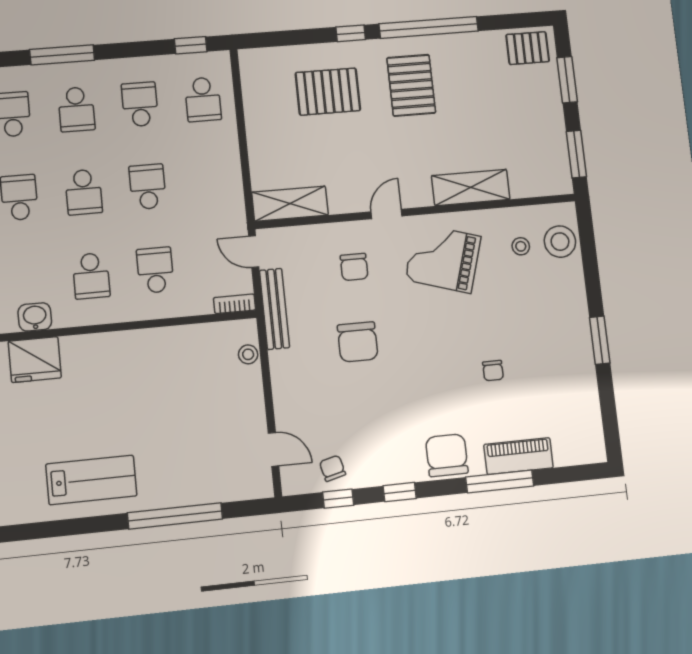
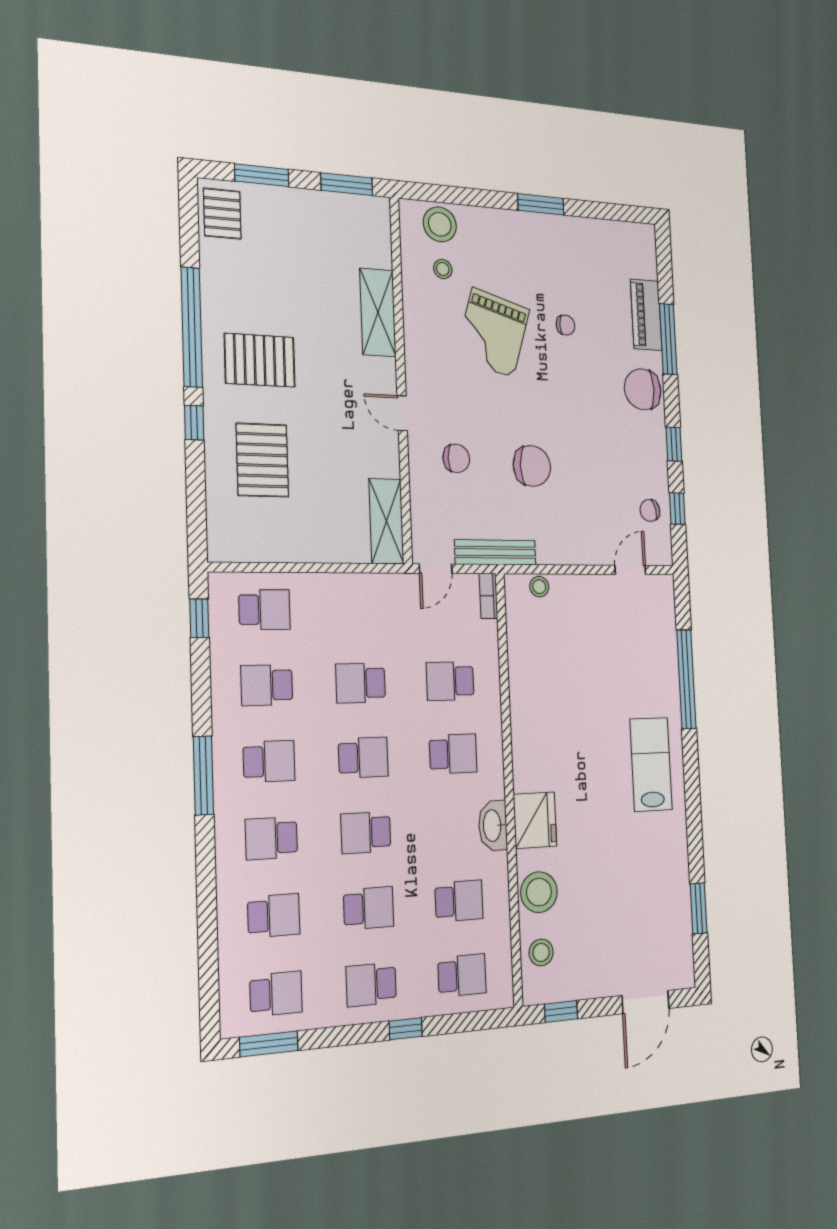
grand piano: (443, 258) -> (493, 333), moved
washbasin: (35, 317) -> (493, 826), width x1.38

